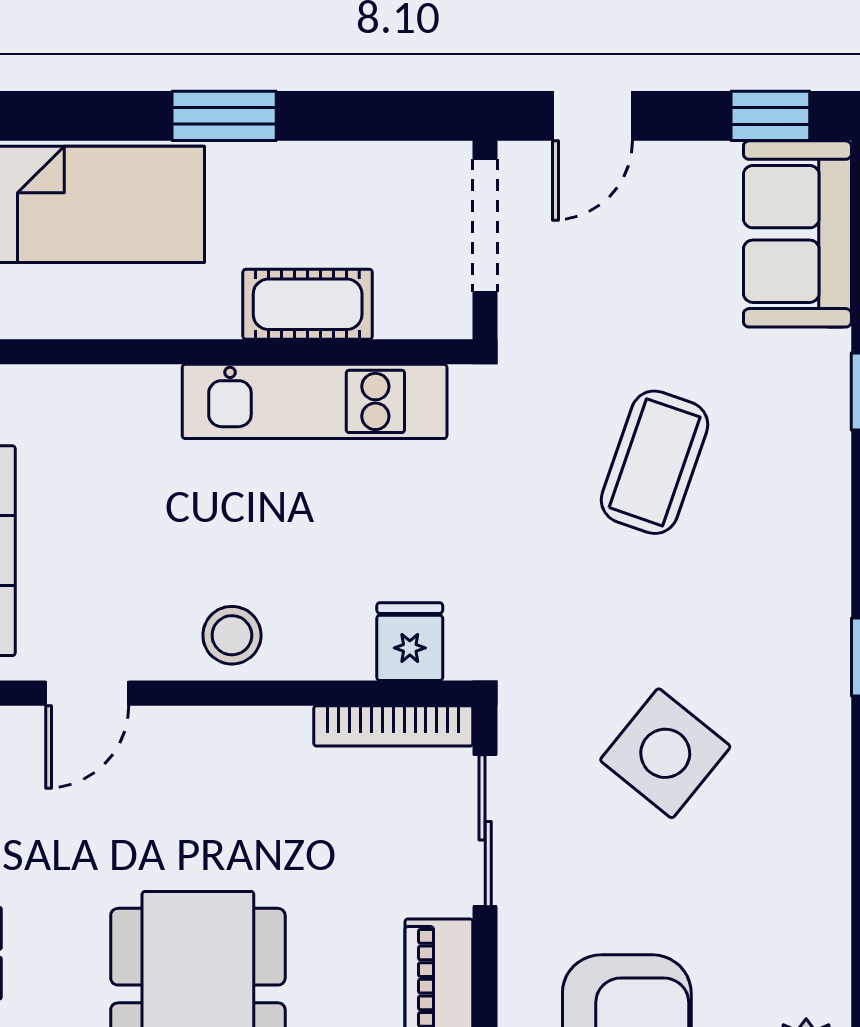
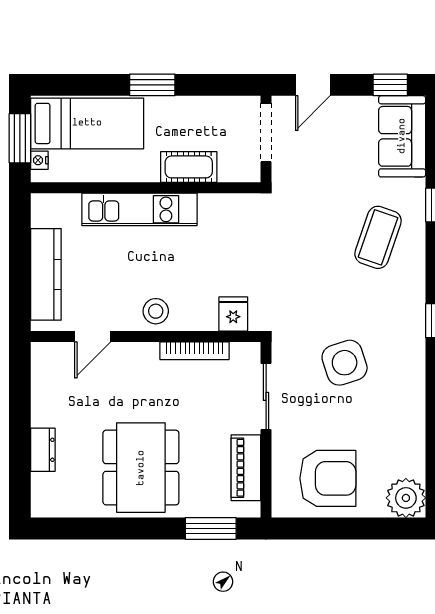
kitchen unit: (315, 401) -> (139, 209), moved
coffee table: (655, 462) -> (378, 237), moved
bookcase: (393, 726) -> (194, 351), moved
side table: (665, 753) -> (345, 363), turned 33

